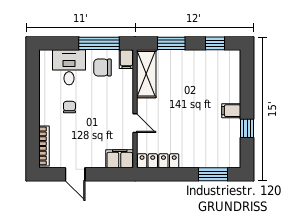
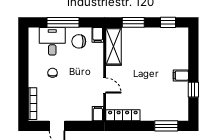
window: (99, 43) -> (63, 22), moved
filing cabinet: (120, 159) -> (98, 114), width x0.50

